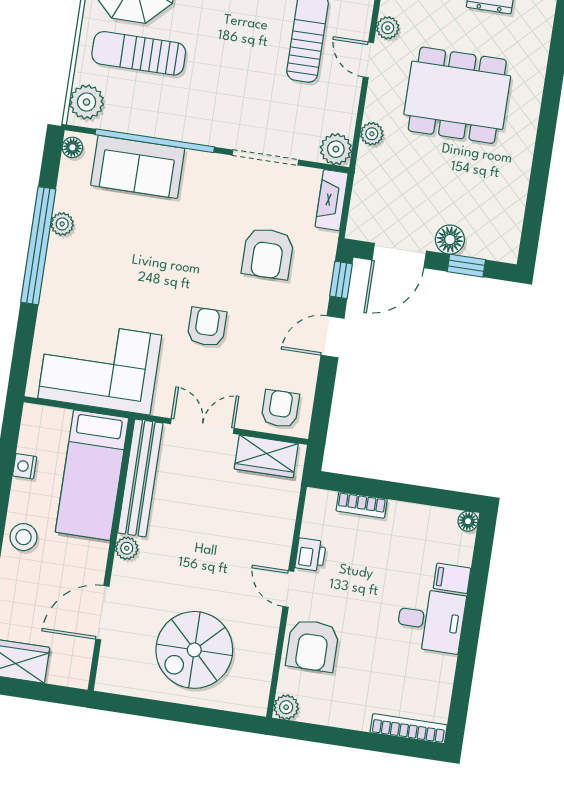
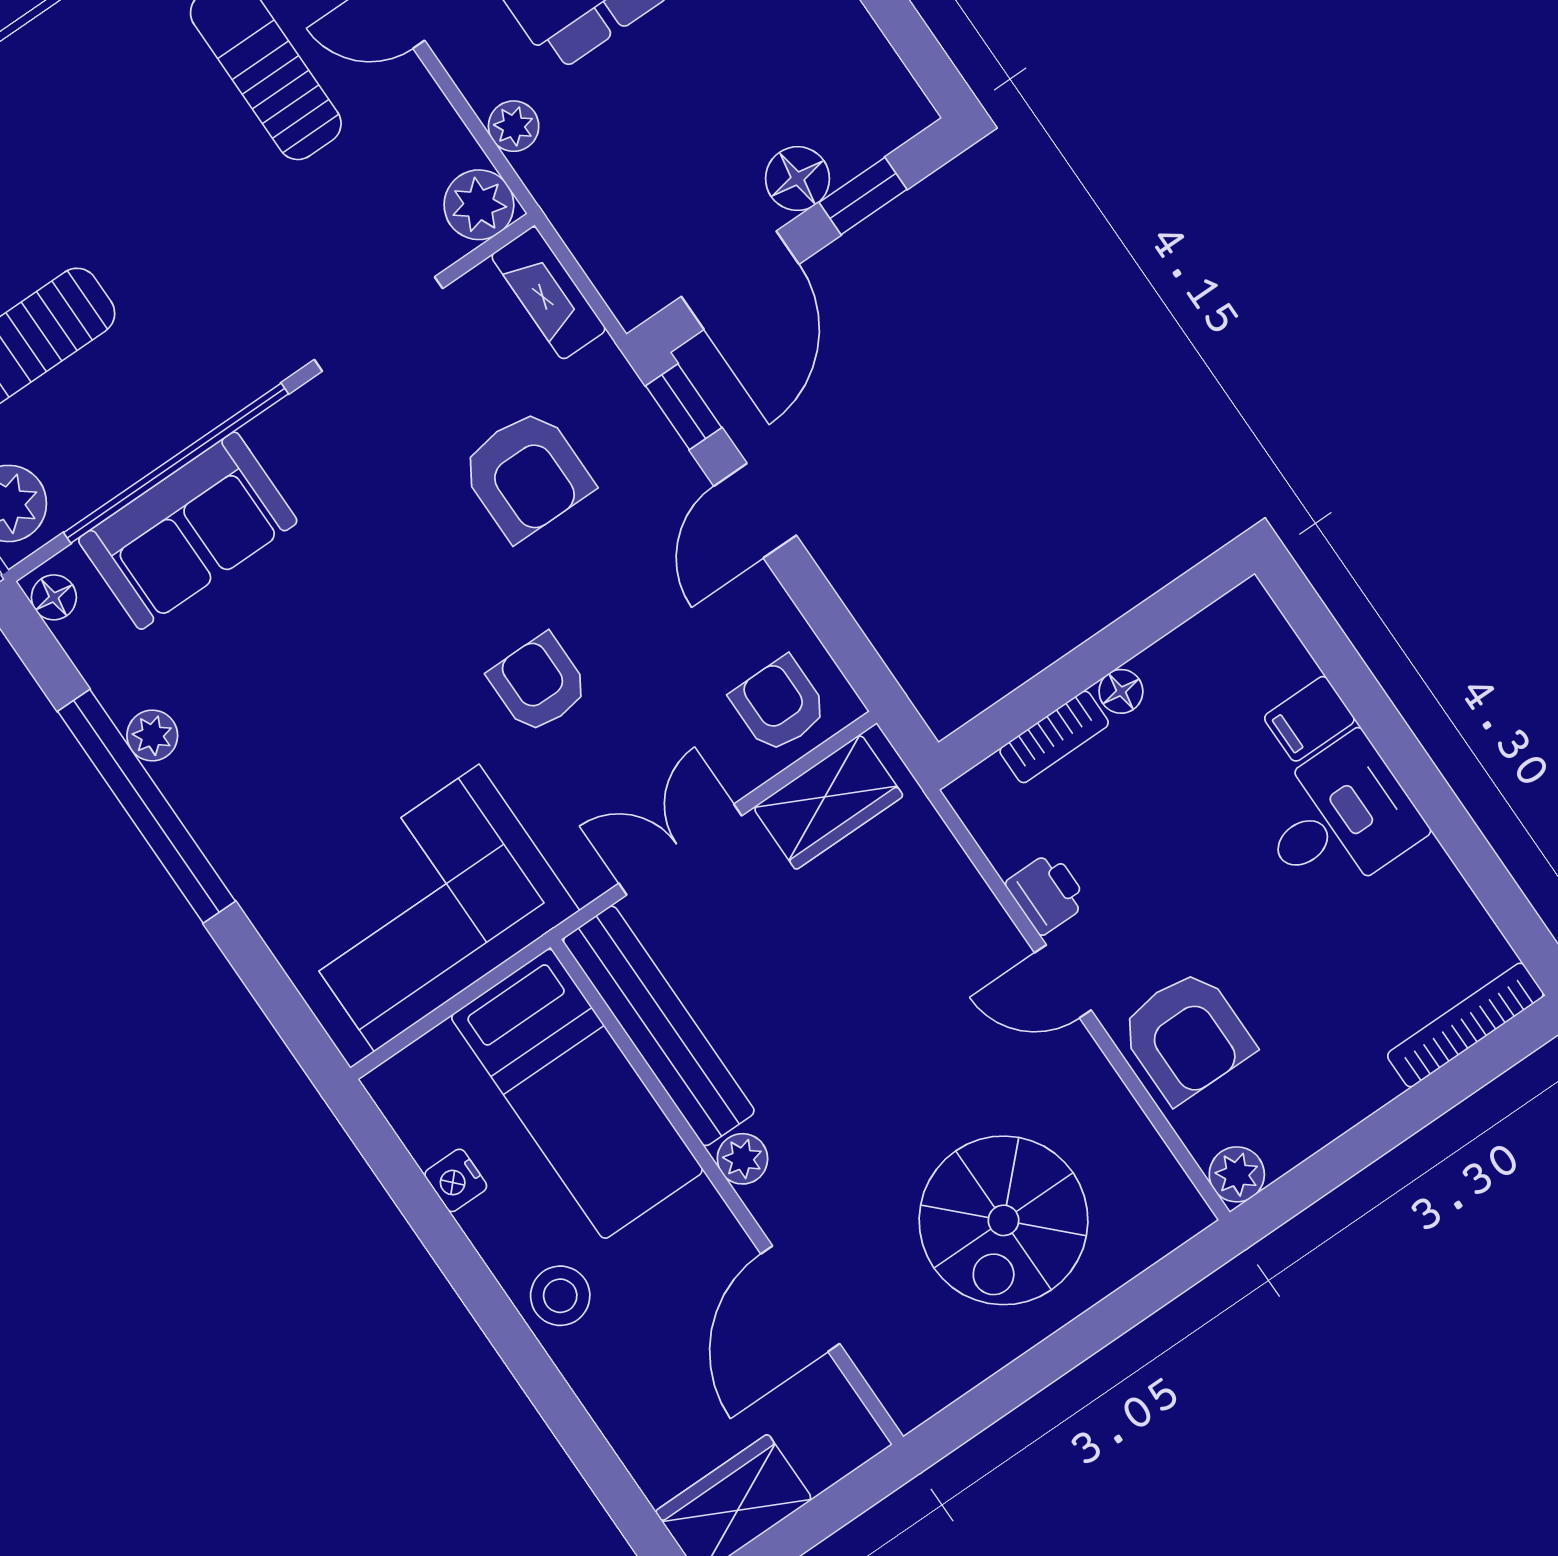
floor lamp: (468, 521) -> (1121, 691), moved

